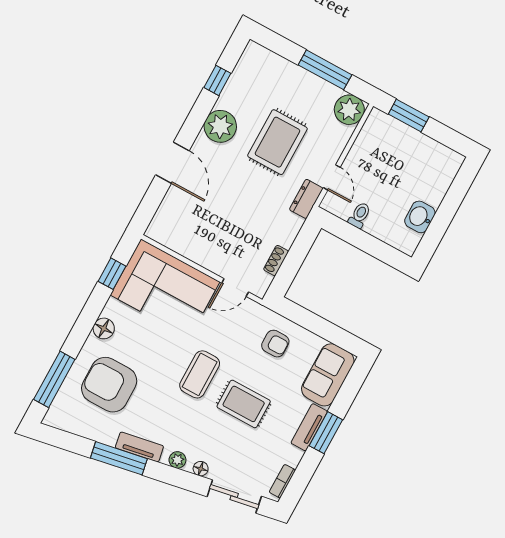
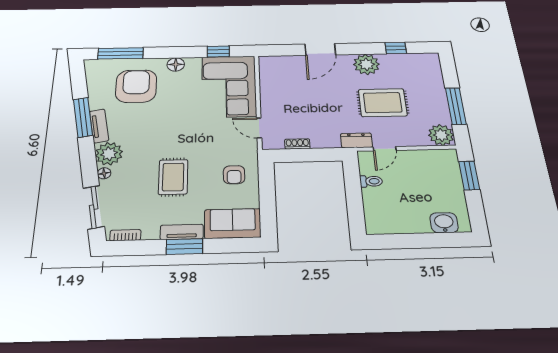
washbasin: (420, 217) -> (444, 223), moved
coffee table: (200, 374) -> (178, 137), removed
plant: (177, 460) -> (109, 154), width x1.88, depth x1.88

